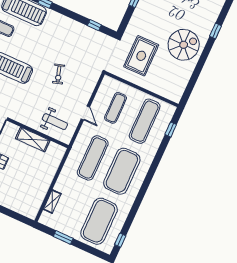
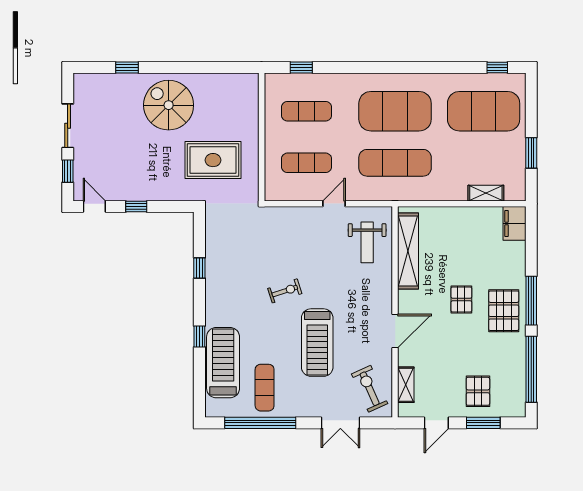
window: (94, 25) -> (199, 268), moved
exercise bike: (59, 74) -> (285, 291), moved
exercise mat: (145, 121) -> (307, 111), width x0.73, depth x0.69
weight bench: (55, 122) -> (367, 242), turned 180
shelving: (33, 139) -> (408, 251), width x1.47
filing cabinet: (28, 210) -> (514, 223), added

